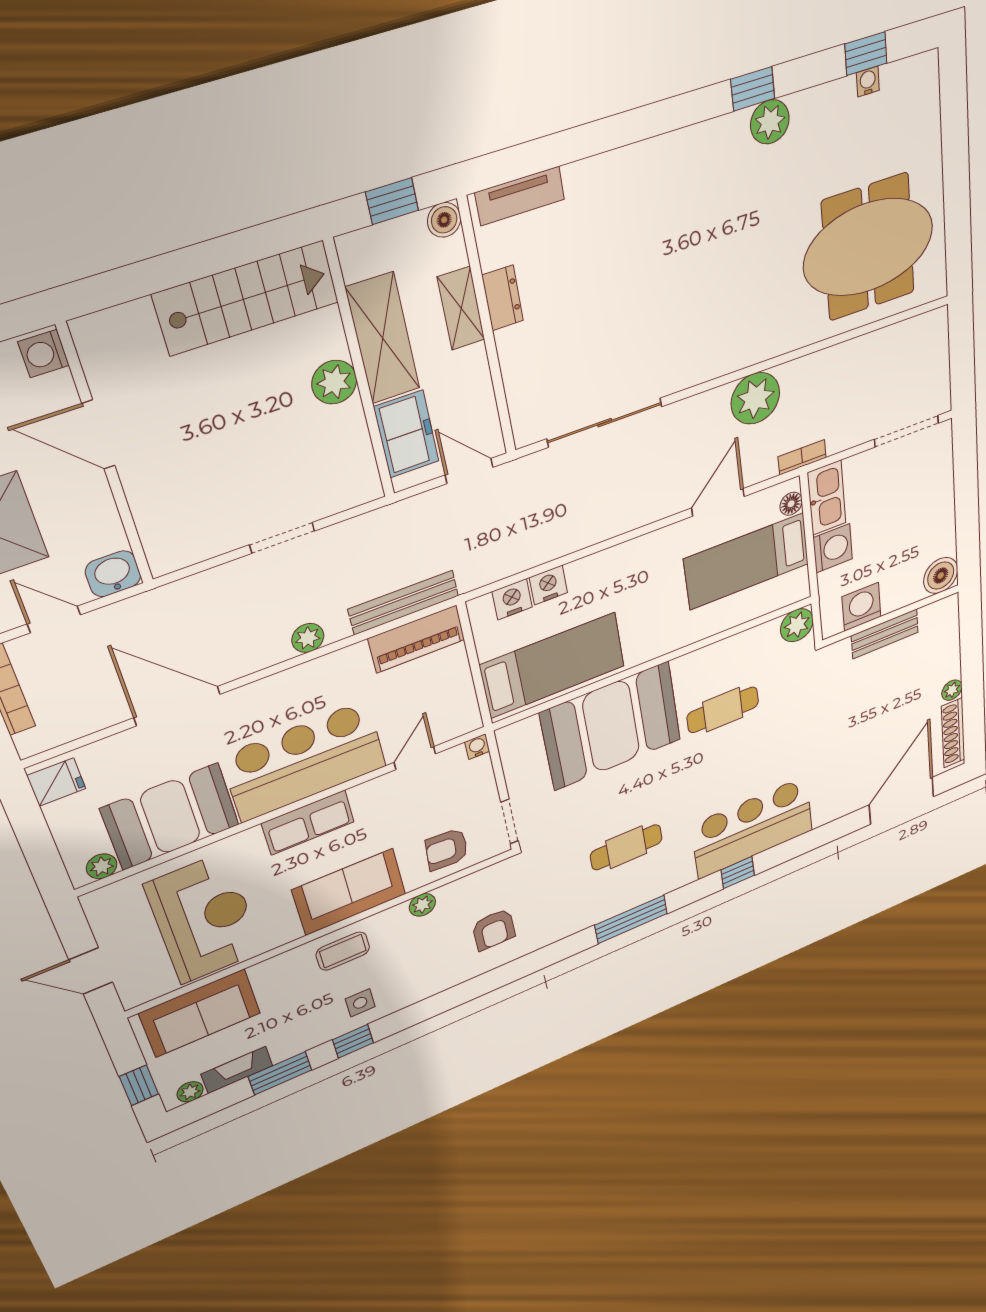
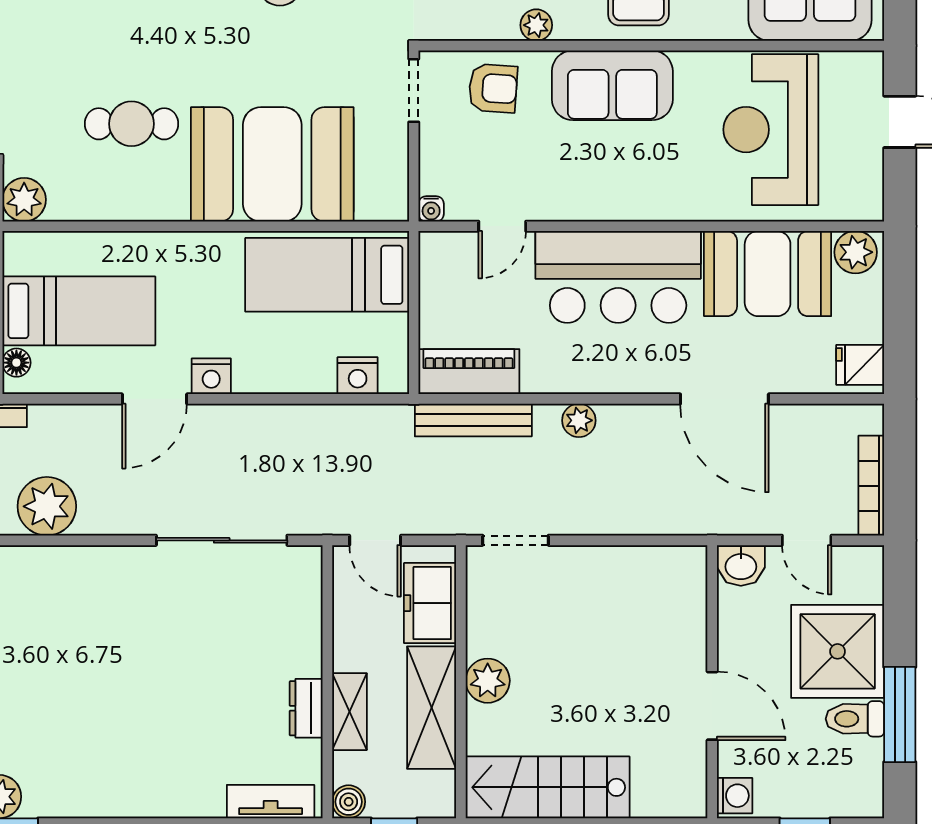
door: (718, 502) -> (154, 399), moved
doorway: (282, 538) -> (515, 540), moved
nightstand: (548, 585) -> (211, 376), moved
row of seats: (308, 823) -> (633, 199), removed
plant: (102, 866) -> (856, 252), width x1.38, depth x1.38

